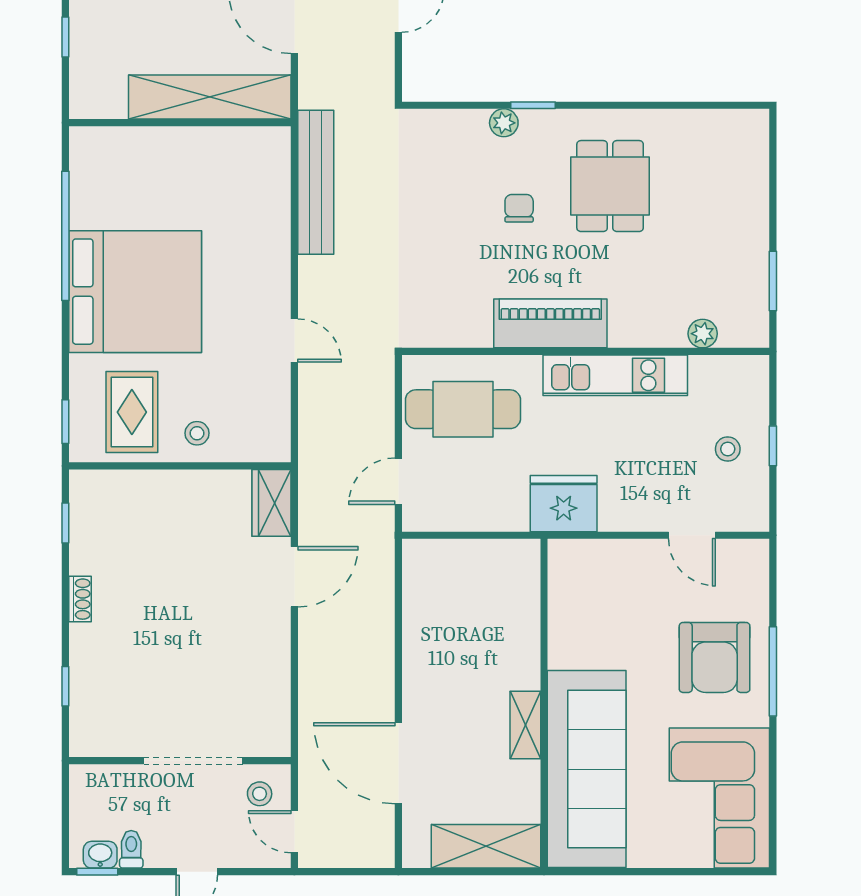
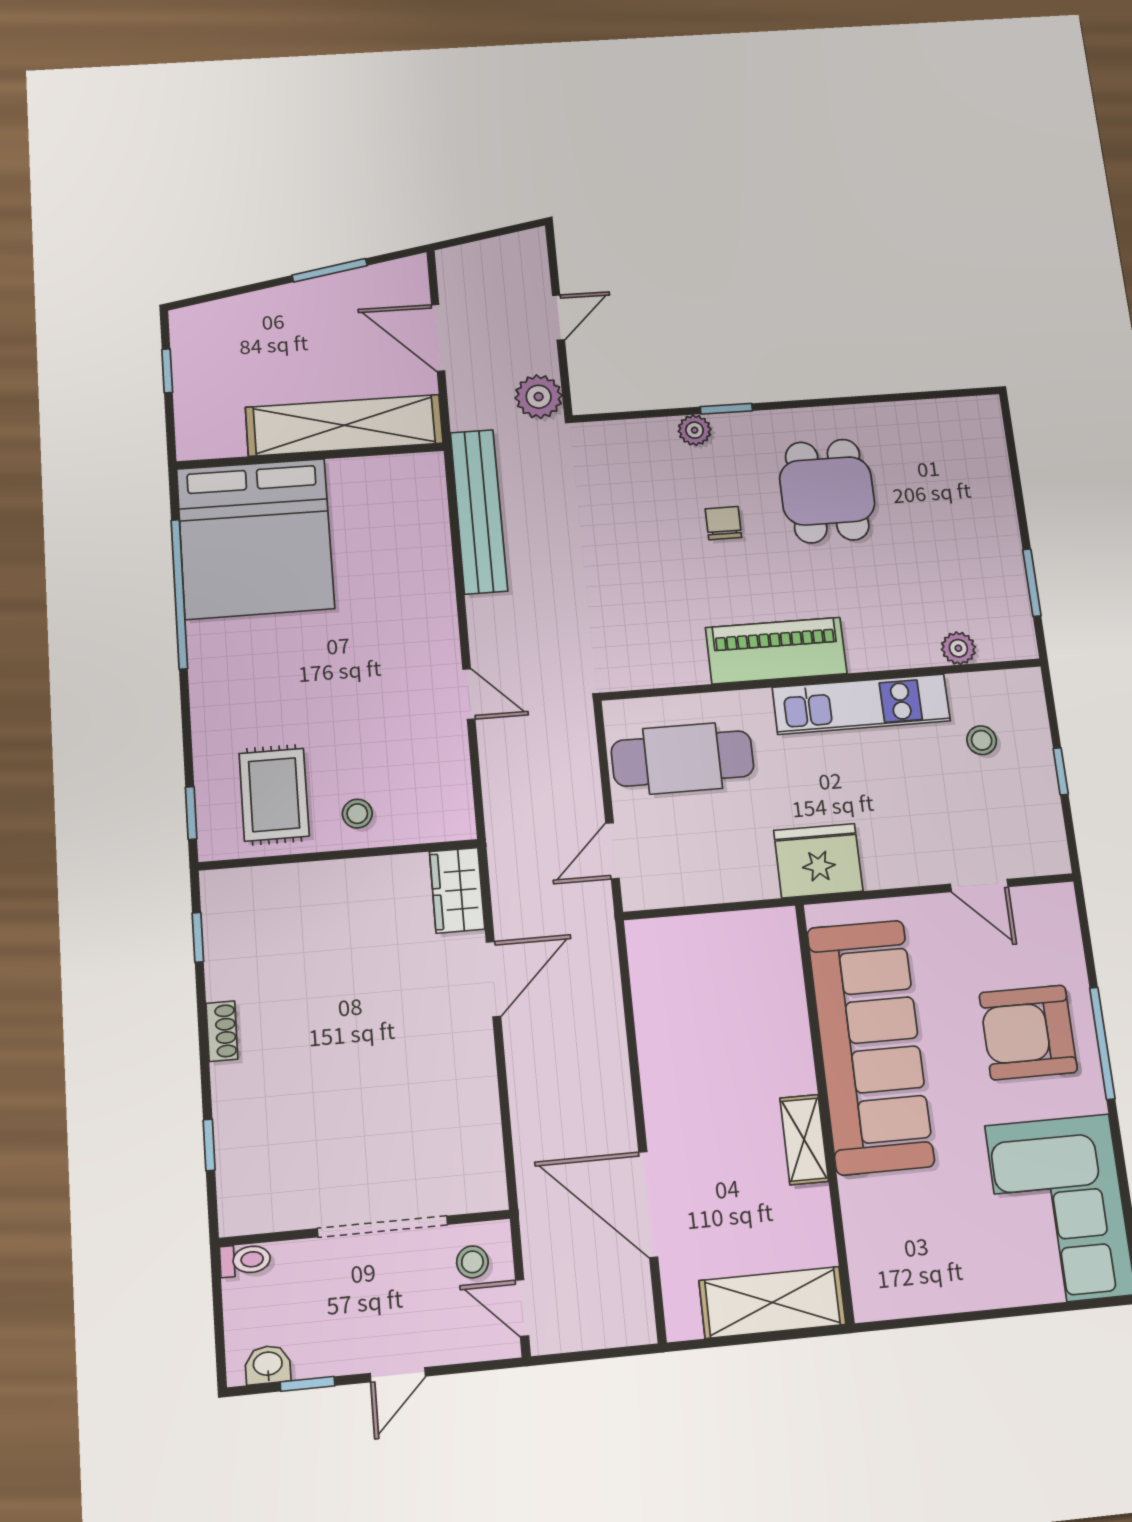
plant: (375, 83) -> (539, 397), added
bed: (135, 292) -> (255, 538), moved, turned 90
stool: (728, 449) -> (982, 740), moved
armchair: (715, 657) -> (1028, 1032), turned 90
sofa: (587, 769) -> (870, 1046), moved
toilet: (131, 849) -> (245, 1260), moved, turned 90
window: (97, 872) -> (307, 1384), moved

